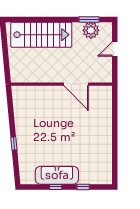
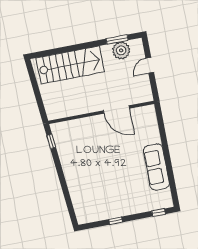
window: (14, 143) -> (51, 141), moved
sofa: (57, 175) -> (156, 167), moved, turned -90
window: (83, 187) -> (159, 213), moved

